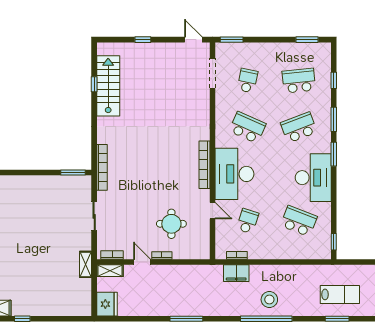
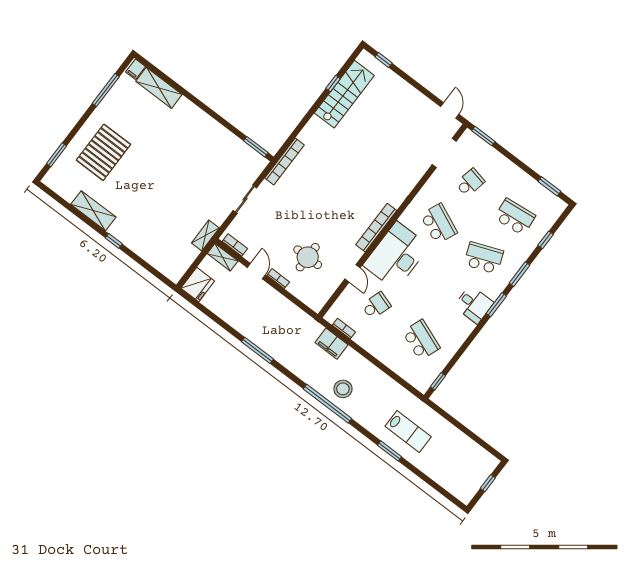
window: (143, 40) -> (384, 60), moved
desk: (313, 178) -> (474, 304), width x0.53, depth x0.77

